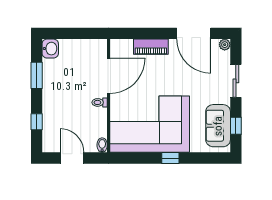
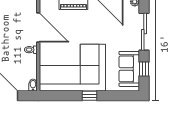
door: (109, 76) -> (38, 27), hinge flipped
sliding door: (236, 81) -> (144, 32), width x1.37

